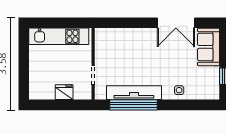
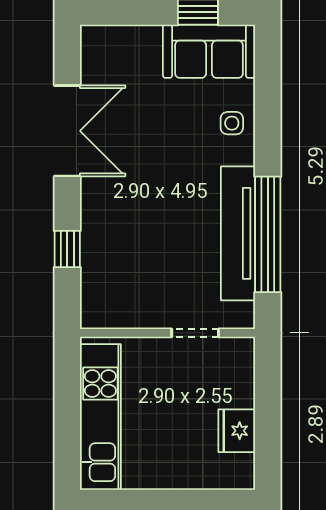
window: (128, 23) -> (67, 249), added
sofa: (209, 47) -> (209, 51), moved
fridge: (64, 92) -> (237, 431), moved

